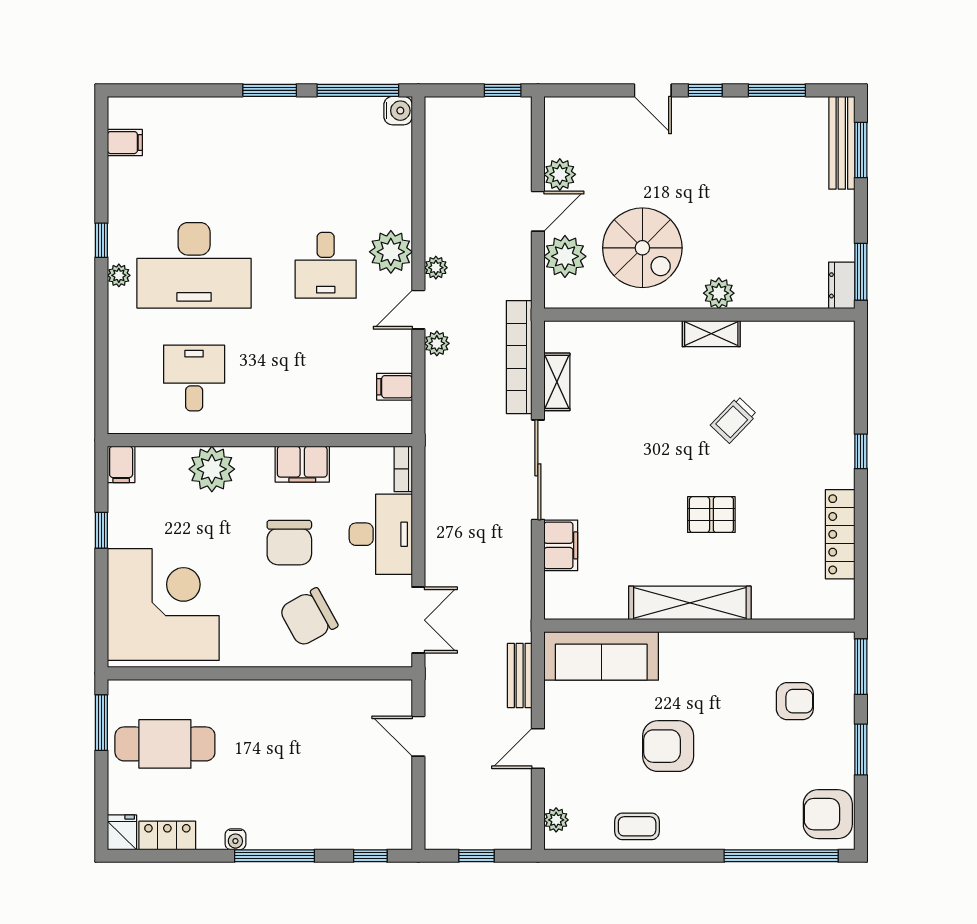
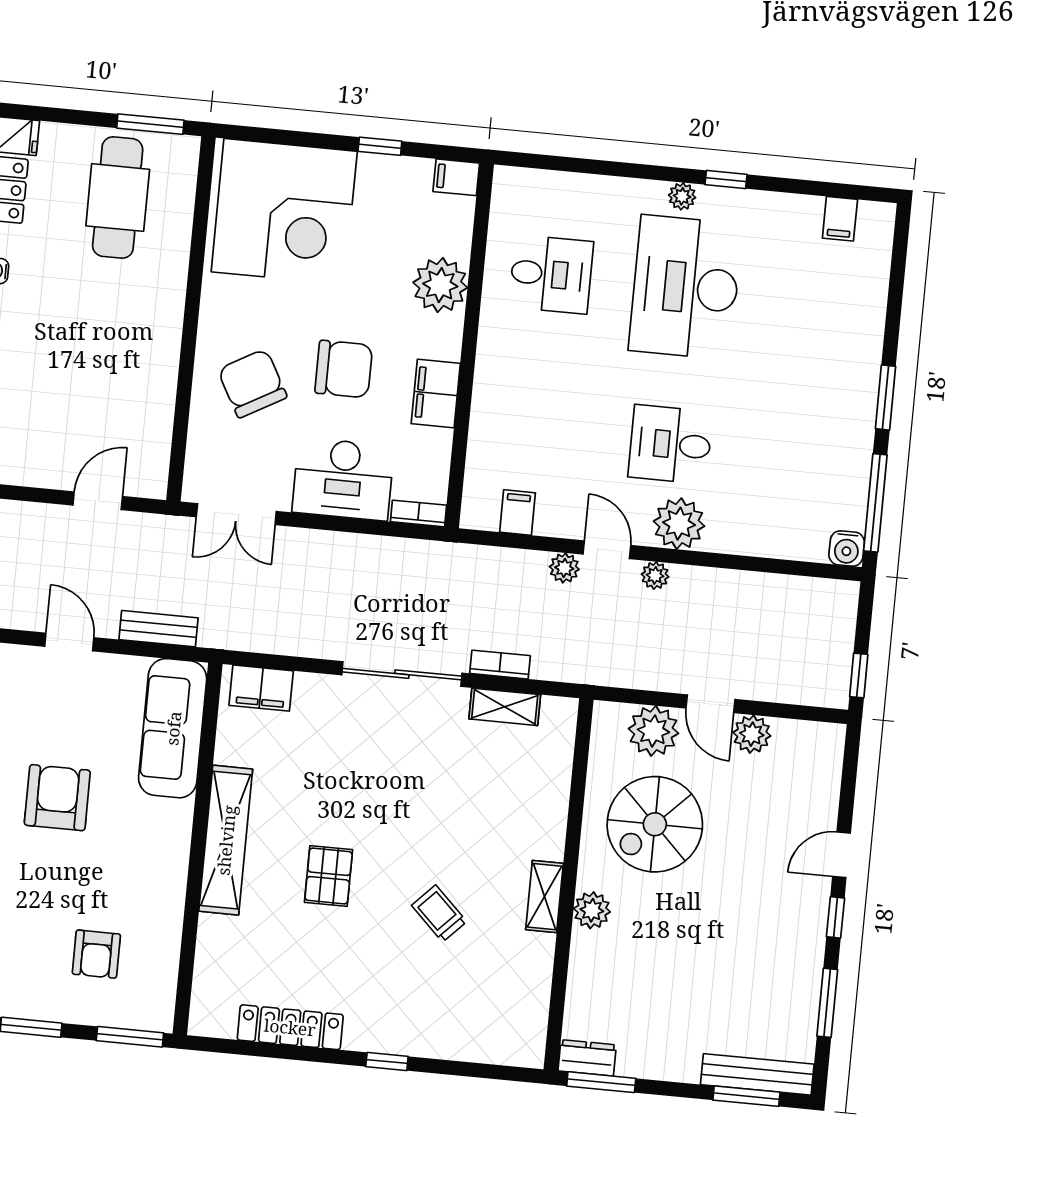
bookcase: (519, 357) -> (500, 665), width x0.43, depth x0.76
chair: (289, 543) -> (344, 369), turned 180
filing cabinet: (561, 545) -> (261, 688), moved

